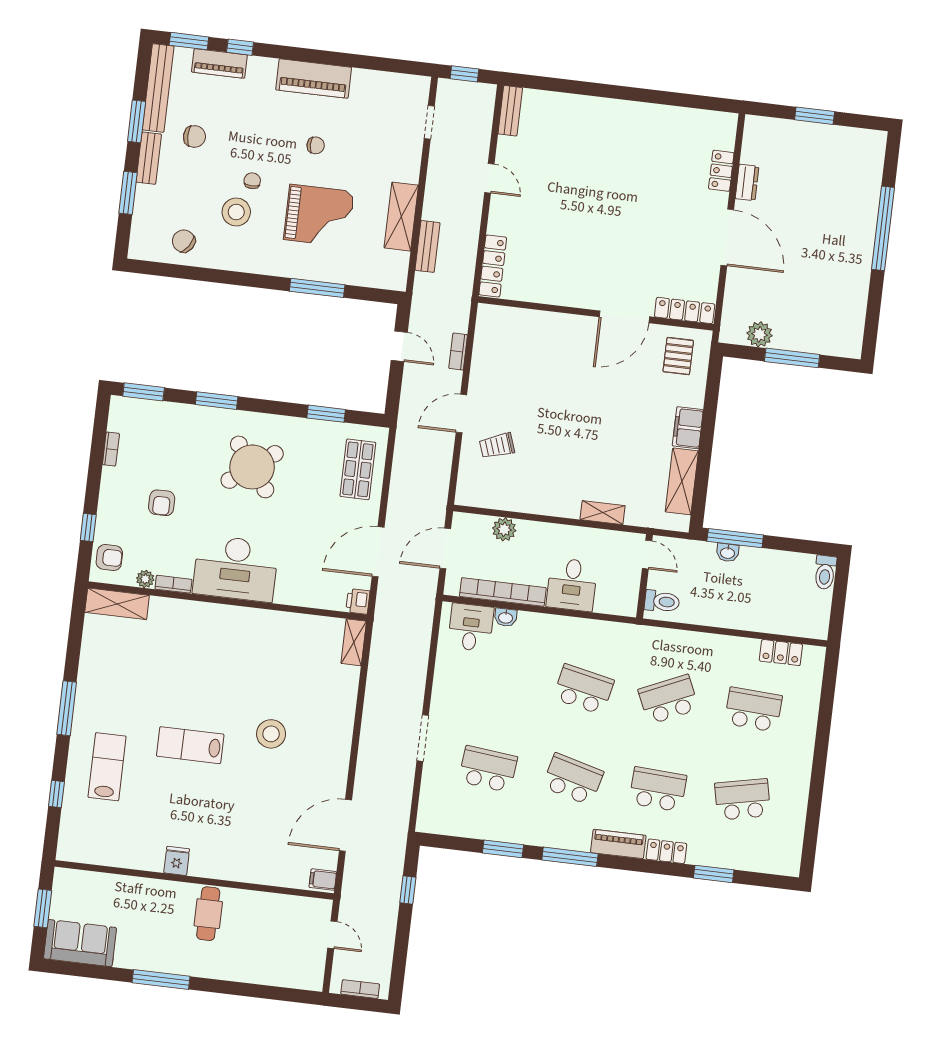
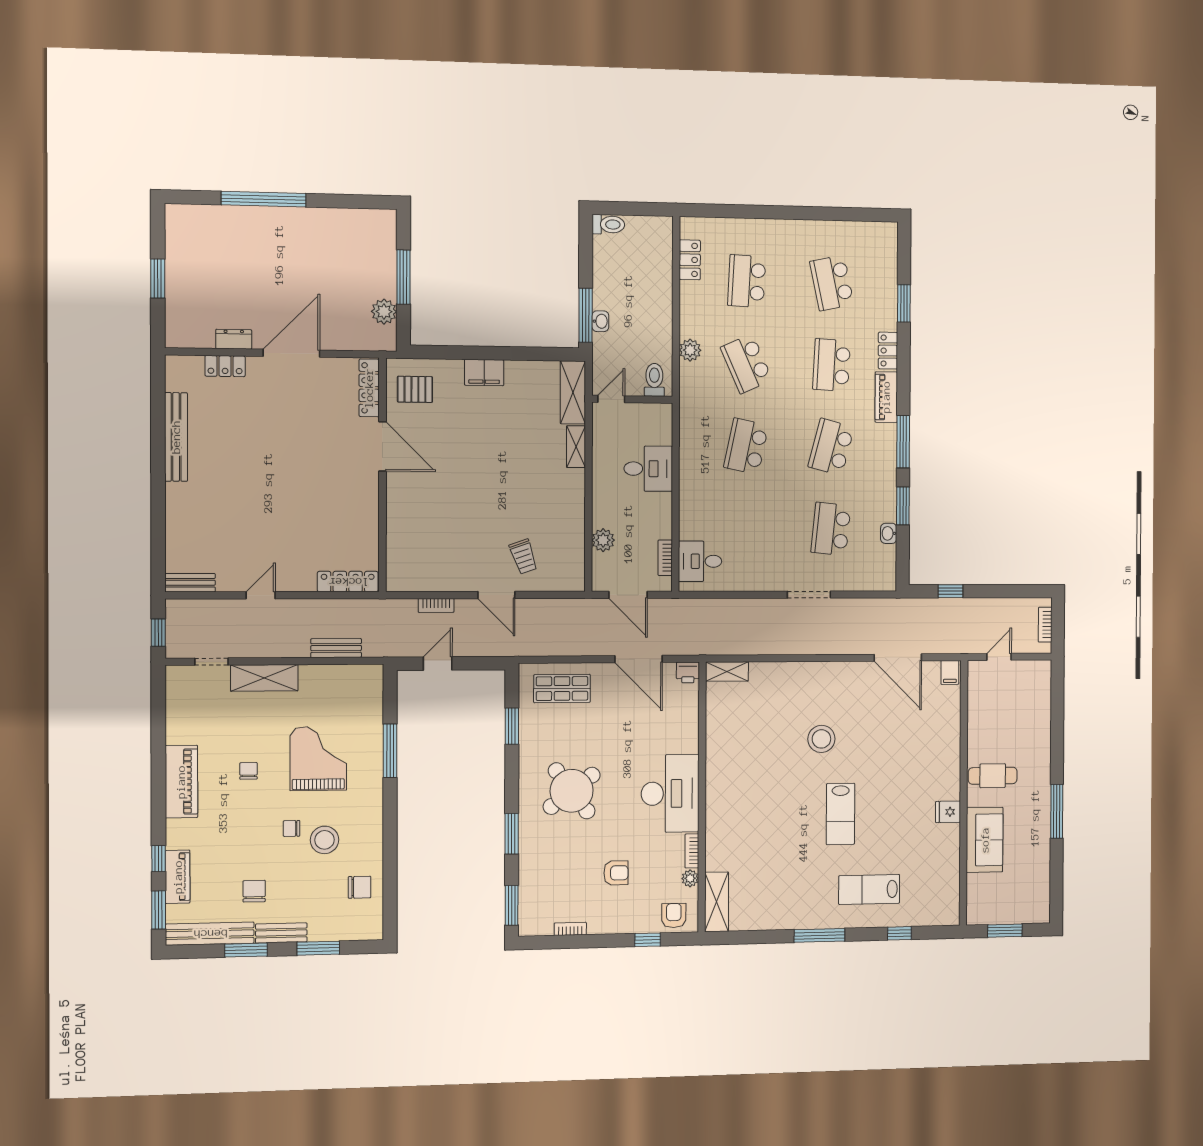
bench: (656, 115) -> (176, 437), added
shelving: (401, 217) -> (264, 678), moved
chair: (184, 241) -> (360, 887), turned -124
shelving: (682, 481) -> (573, 392), moved, turned 90
bookcase: (503, 592) -> (665, 558), width x0.43, depth x0.76
washbasin: (506, 617) -> (889, 533), moved, turned 180
plant: (688, 642) -> (690, 350), added
sofa: (80, 943) -> (985, 840), moved, turned 180

